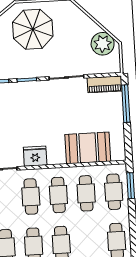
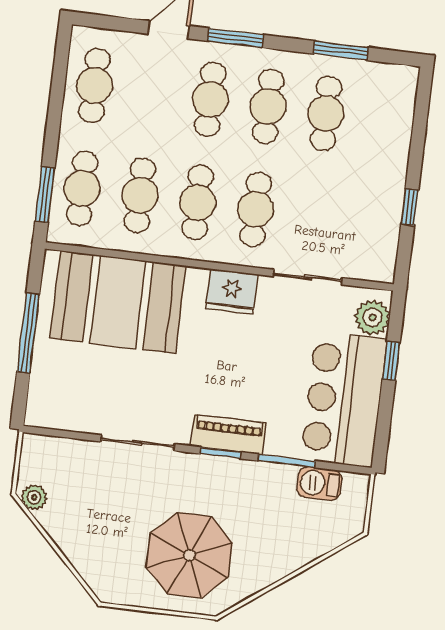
plant: (103, 44) -> (34, 497), width x0.53, depth x0.53
piano: (105, 84) -> (228, 434), moved
window: (126, 104) -> (28, 333), moved
booth: (88, 148) -> (118, 302), width x1.36, depth x1.42

